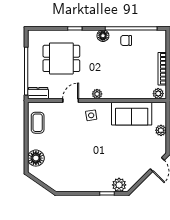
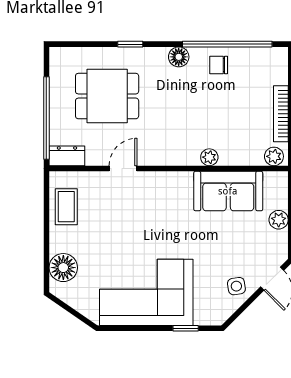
plant: (97, 94) -> (209, 157), moved
side table: (91, 115) -> (236, 286), moved
corner sofa: (84, 172) -> (146, 292), added
plant: (119, 185) -> (207, 314), removed

